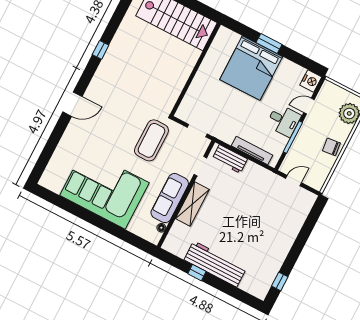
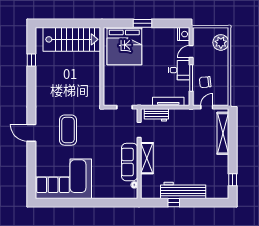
window: (101, 50) -> (31, 60), moved
bed: (251, 68) -> (124, 46), moved
door: (72, 104) -> (31, 133), swing flipped
coffee table: (151, 140) -> (68, 130), moved
chair: (331, 147) -> (205, 82), moved
corner sofa: (104, 189) -> (63, 179), moved
shelving: (297, 221) -> (223, 133), added

